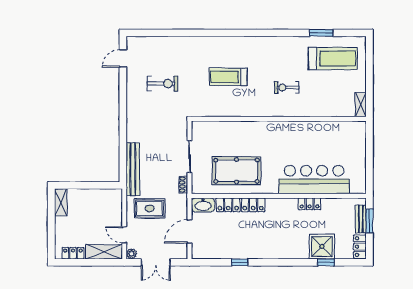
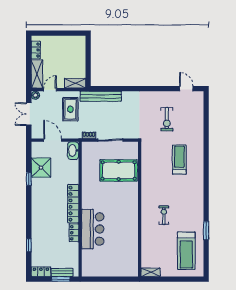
window: (321, 33) -> (206, 231), moved
treadmill: (228, 77) -> (179, 160), moved
pool table: (236, 171) -> (119, 170), moved, turned 90
bar counter: (314, 180) -> (93, 229), width x0.73
shelving: (61, 202) -> (75, 83), moved
locker: (241, 205) -> (73, 204), moved
shower: (322, 247) -> (41, 168), moved

